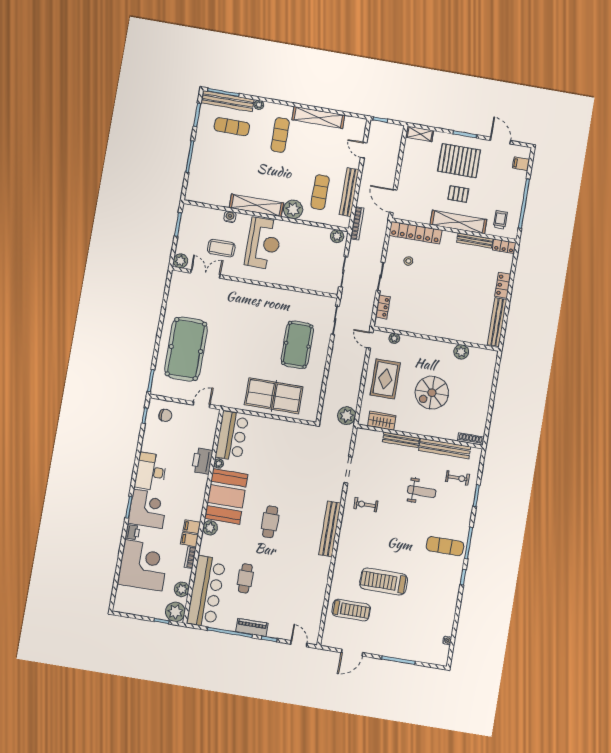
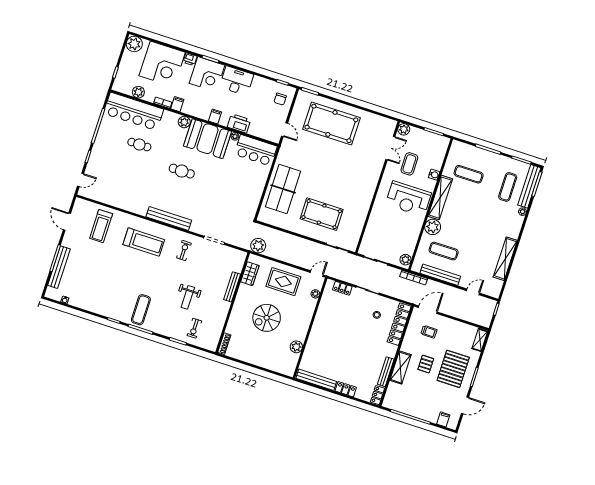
exercise mat: (280, 135) -> (469, 174), moved
trolley: (500, 220) -> (429, 332), moved
shelving: (458, 222) -> (400, 368), width x0.68
spiral stairs: (432, 393) -> (267, 318), turned -90
bench: (445, 449) -> (59, 267), moved
filing cabinet: (192, 527) -> (215, 117), moved
treadmill: (384, 582) -> (144, 242), moved, turned 90
plant: (175, 612) -> (134, 44), moved
piano: (252, 627) -> (99, 144), removed

